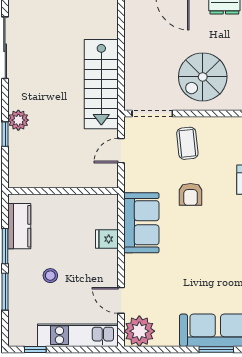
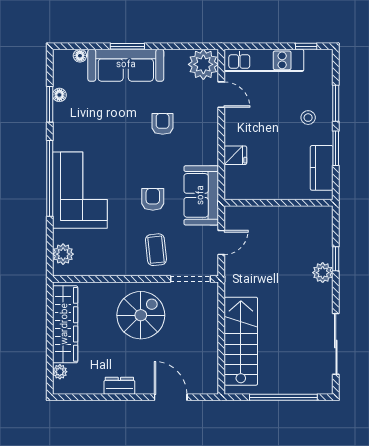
stairs: (101, 84) -> (241, 341), moved
sofa: (141, 223) -> (201, 195), moved
armchair: (181, 271) -> (163, 124), added
stool: (50, 276) -> (308, 118), moved

